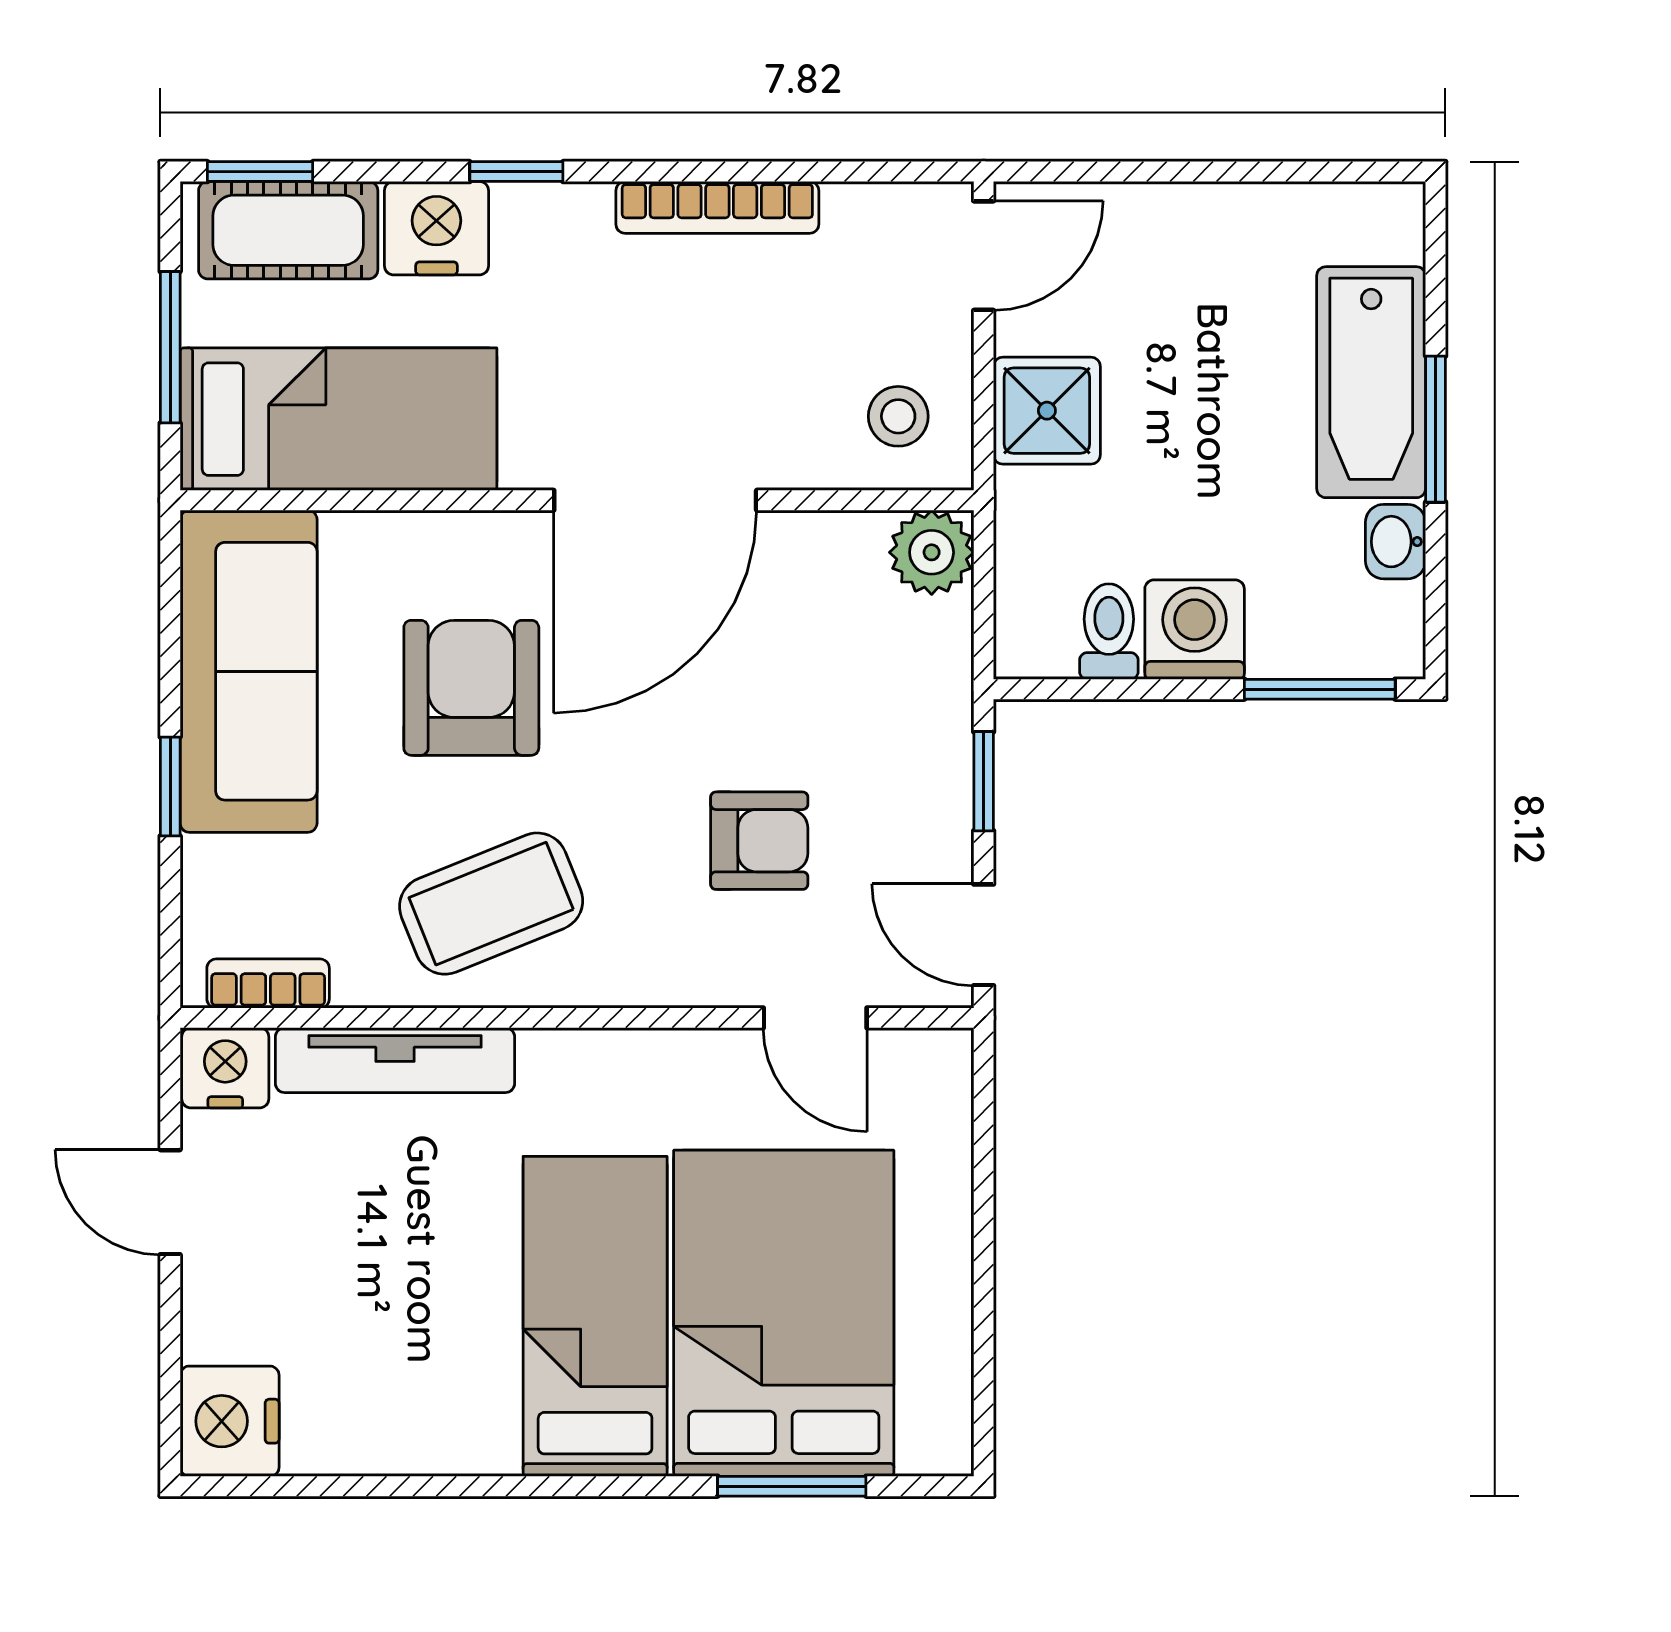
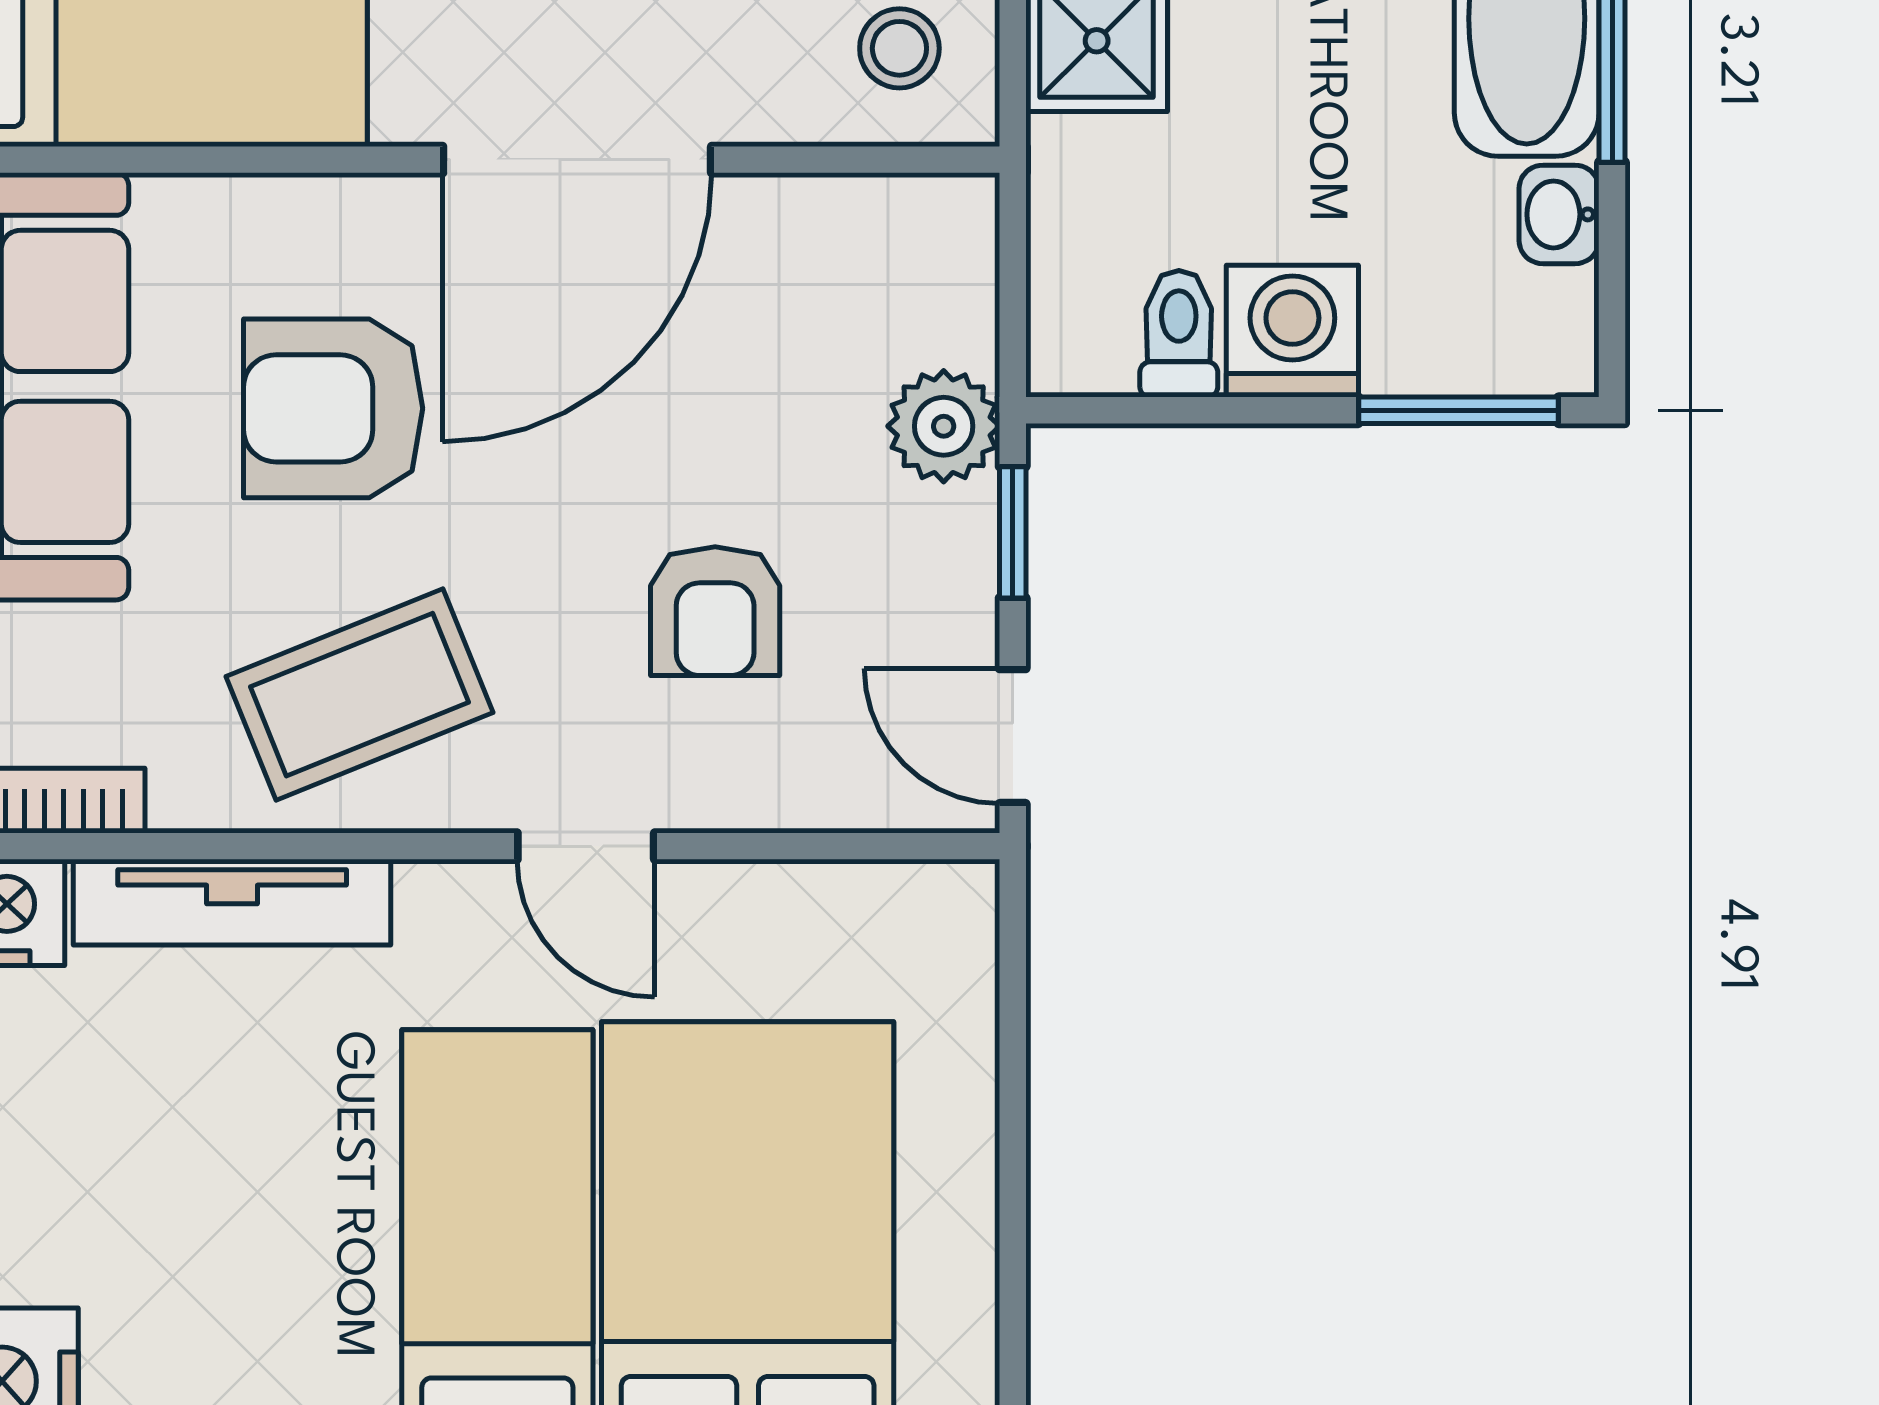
plant: (932, 552) -> (944, 426), moved
armchair: (471, 688) -> (333, 408), turned -90
armchair: (759, 841) -> (715, 611), turned 90
door: (815, 1018) -> (586, 846), moved

